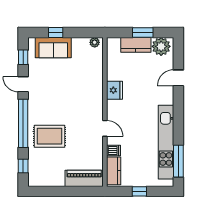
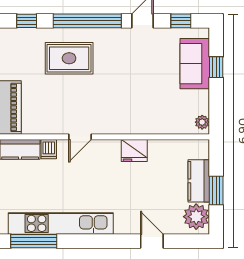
rug: (49, 136) -> (69, 58), turned 90

